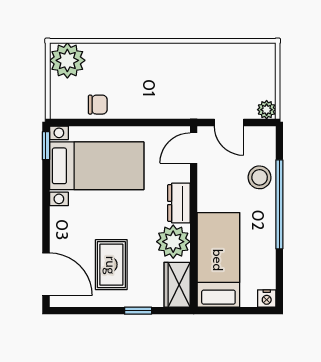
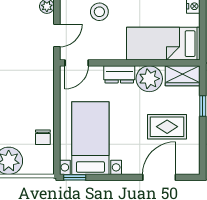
chair: (98, 105) -> (43, 137), turned 180
door: (194, 148) -> (77, 63), hinge flipped
door: (46, 274) -> (159, 177), moved

